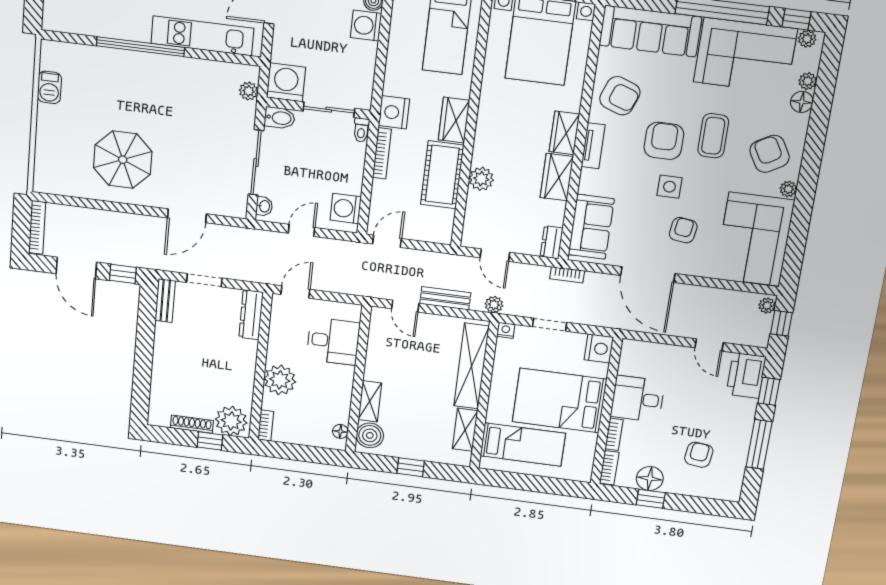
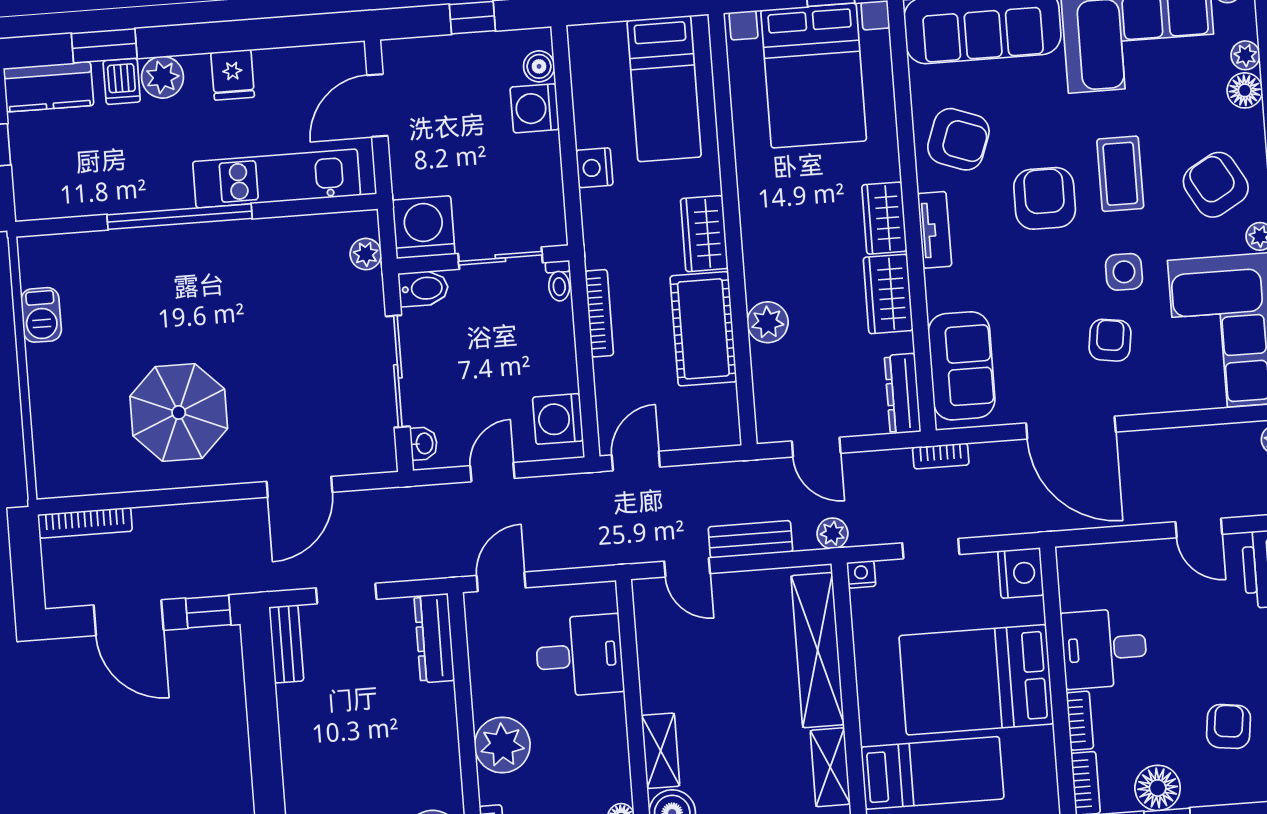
nightstand: (394, 112) -> (594, 168), moved, width x0.74, depth x0.75
side table: (669, 187) -> (1124, 272), moved
bookcase: (37, 227) -> (85, 523), moved, turned 90
dresser: (552, 242) -> (903, 394), width x1.44

